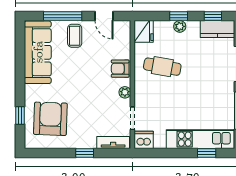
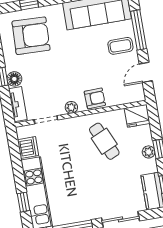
cafe table: (162, 67) -> (104, 141), turned -34
armchair: (120, 69) -> (95, 98), turned 88
dishwasher: (144, 140) -> (28, 148), moved
floor lamp: (89, 142) -> (14, 79), added

